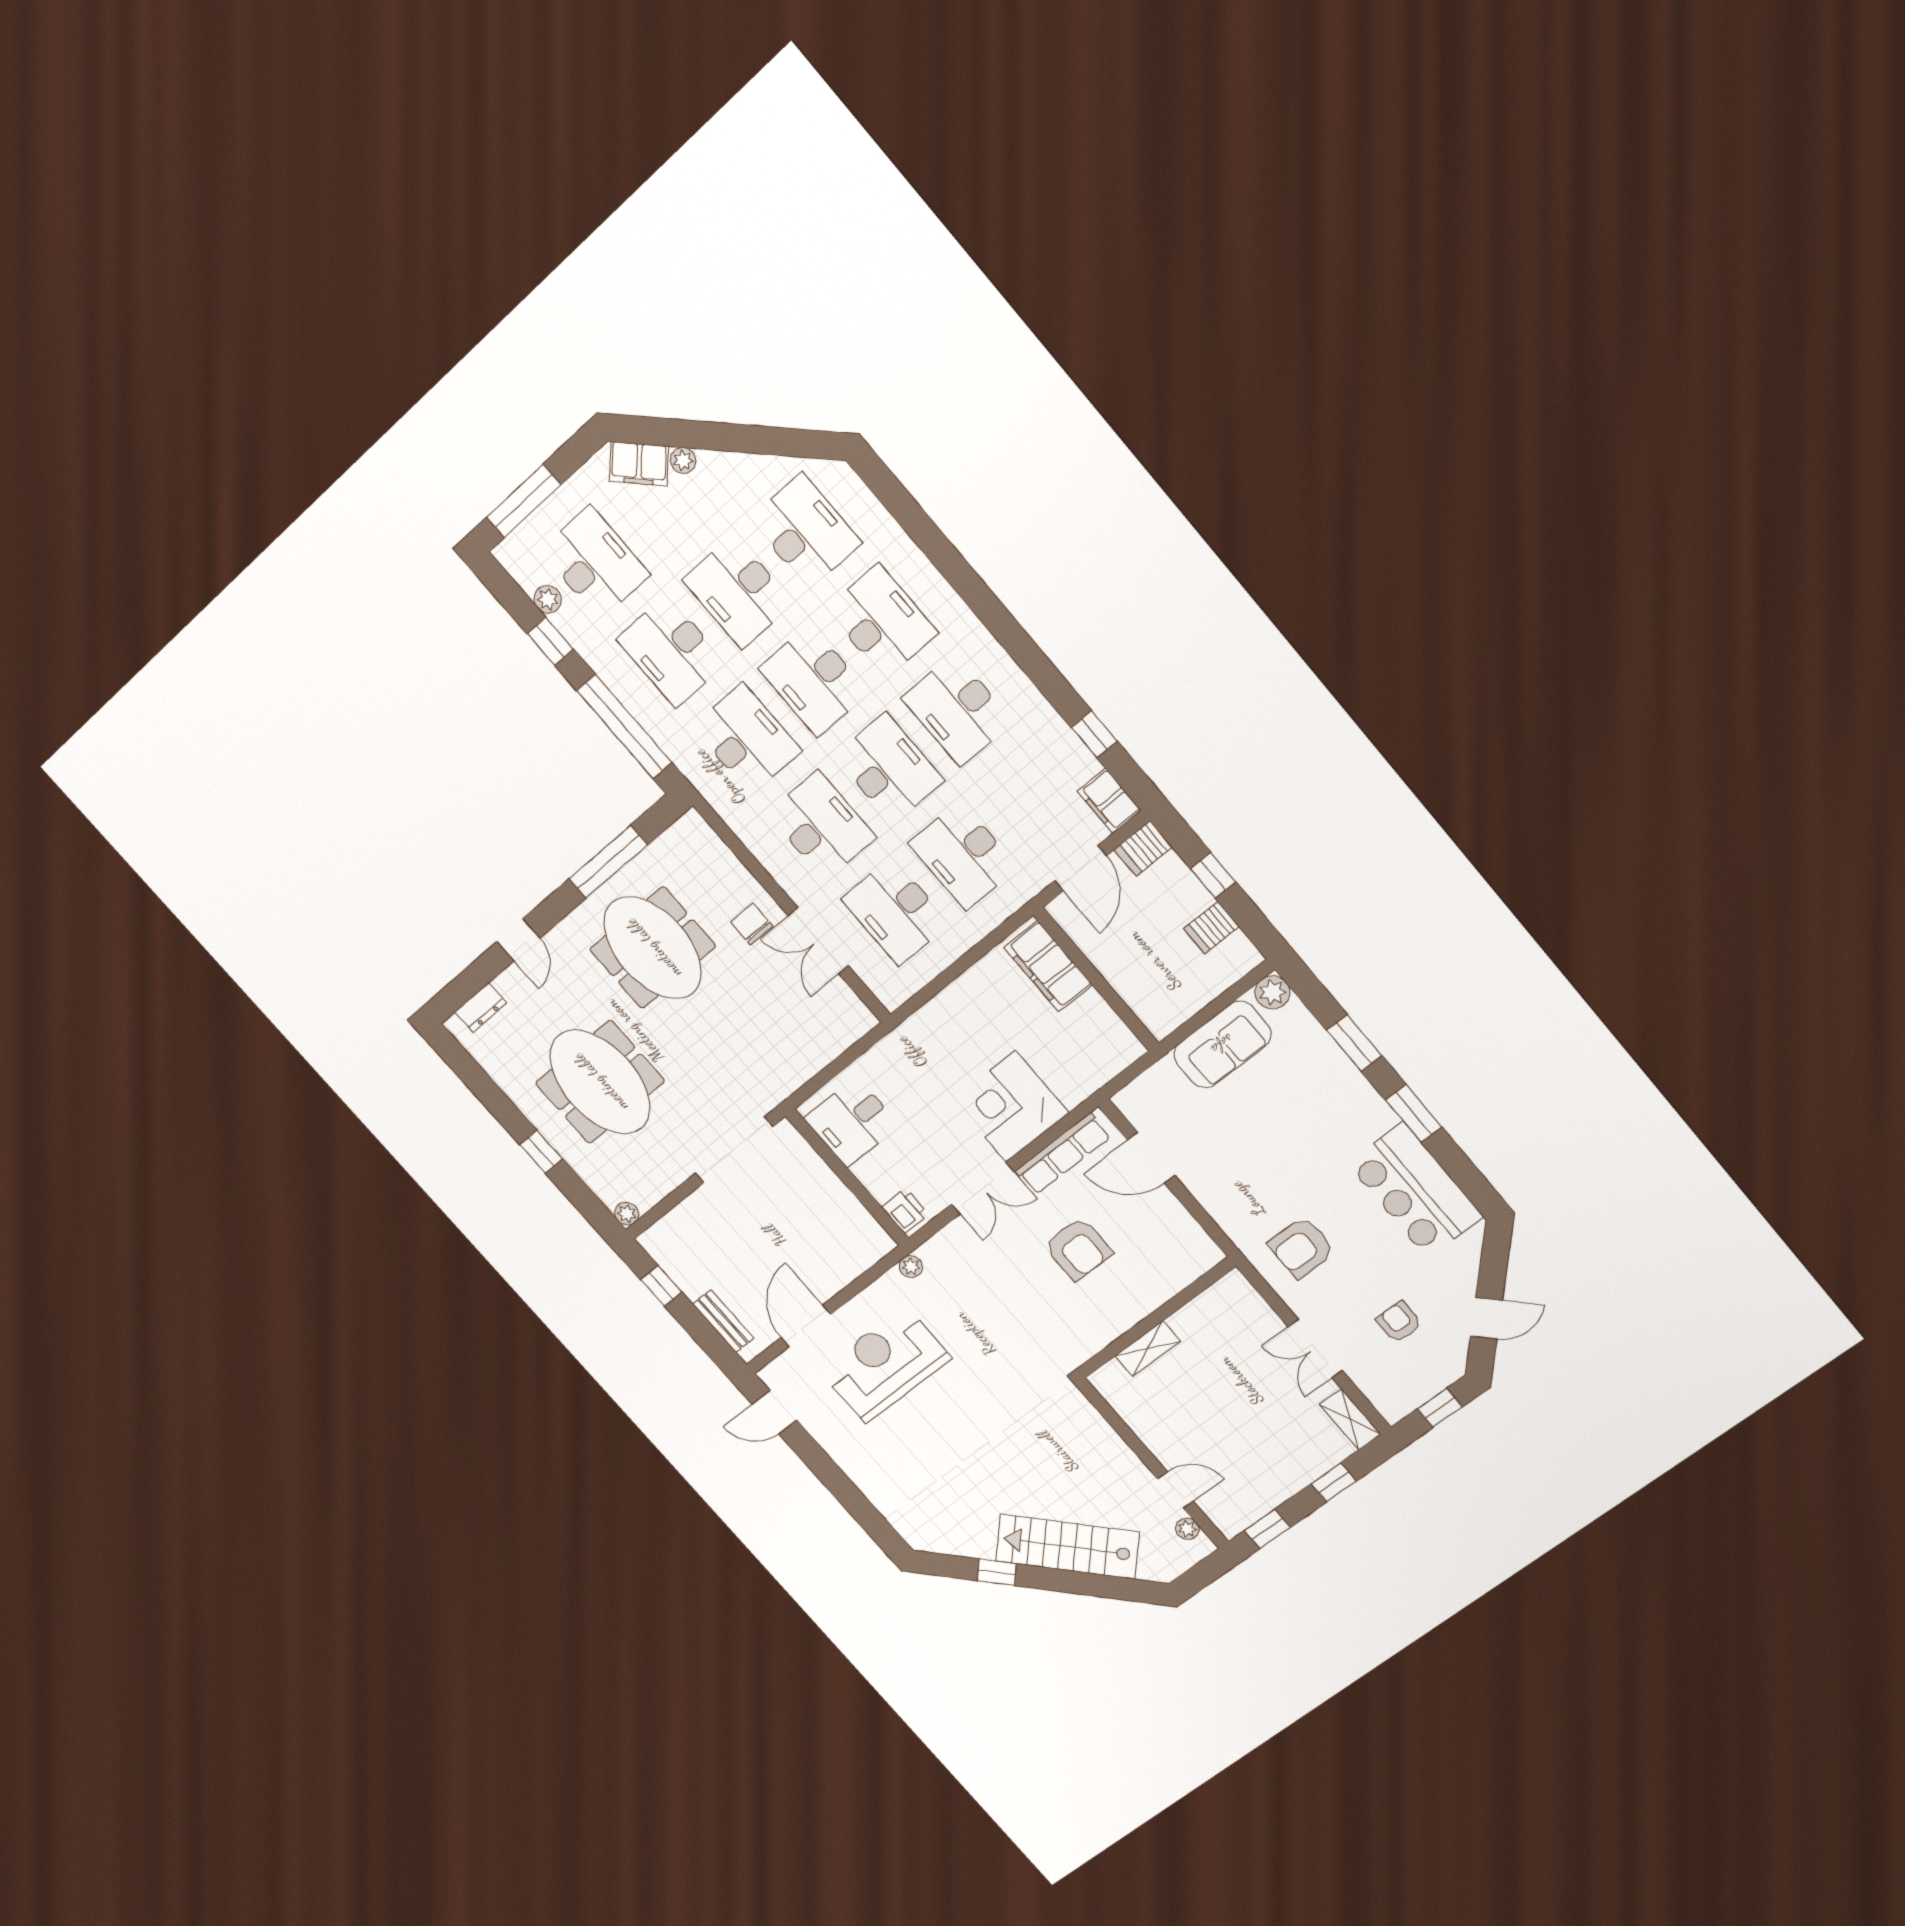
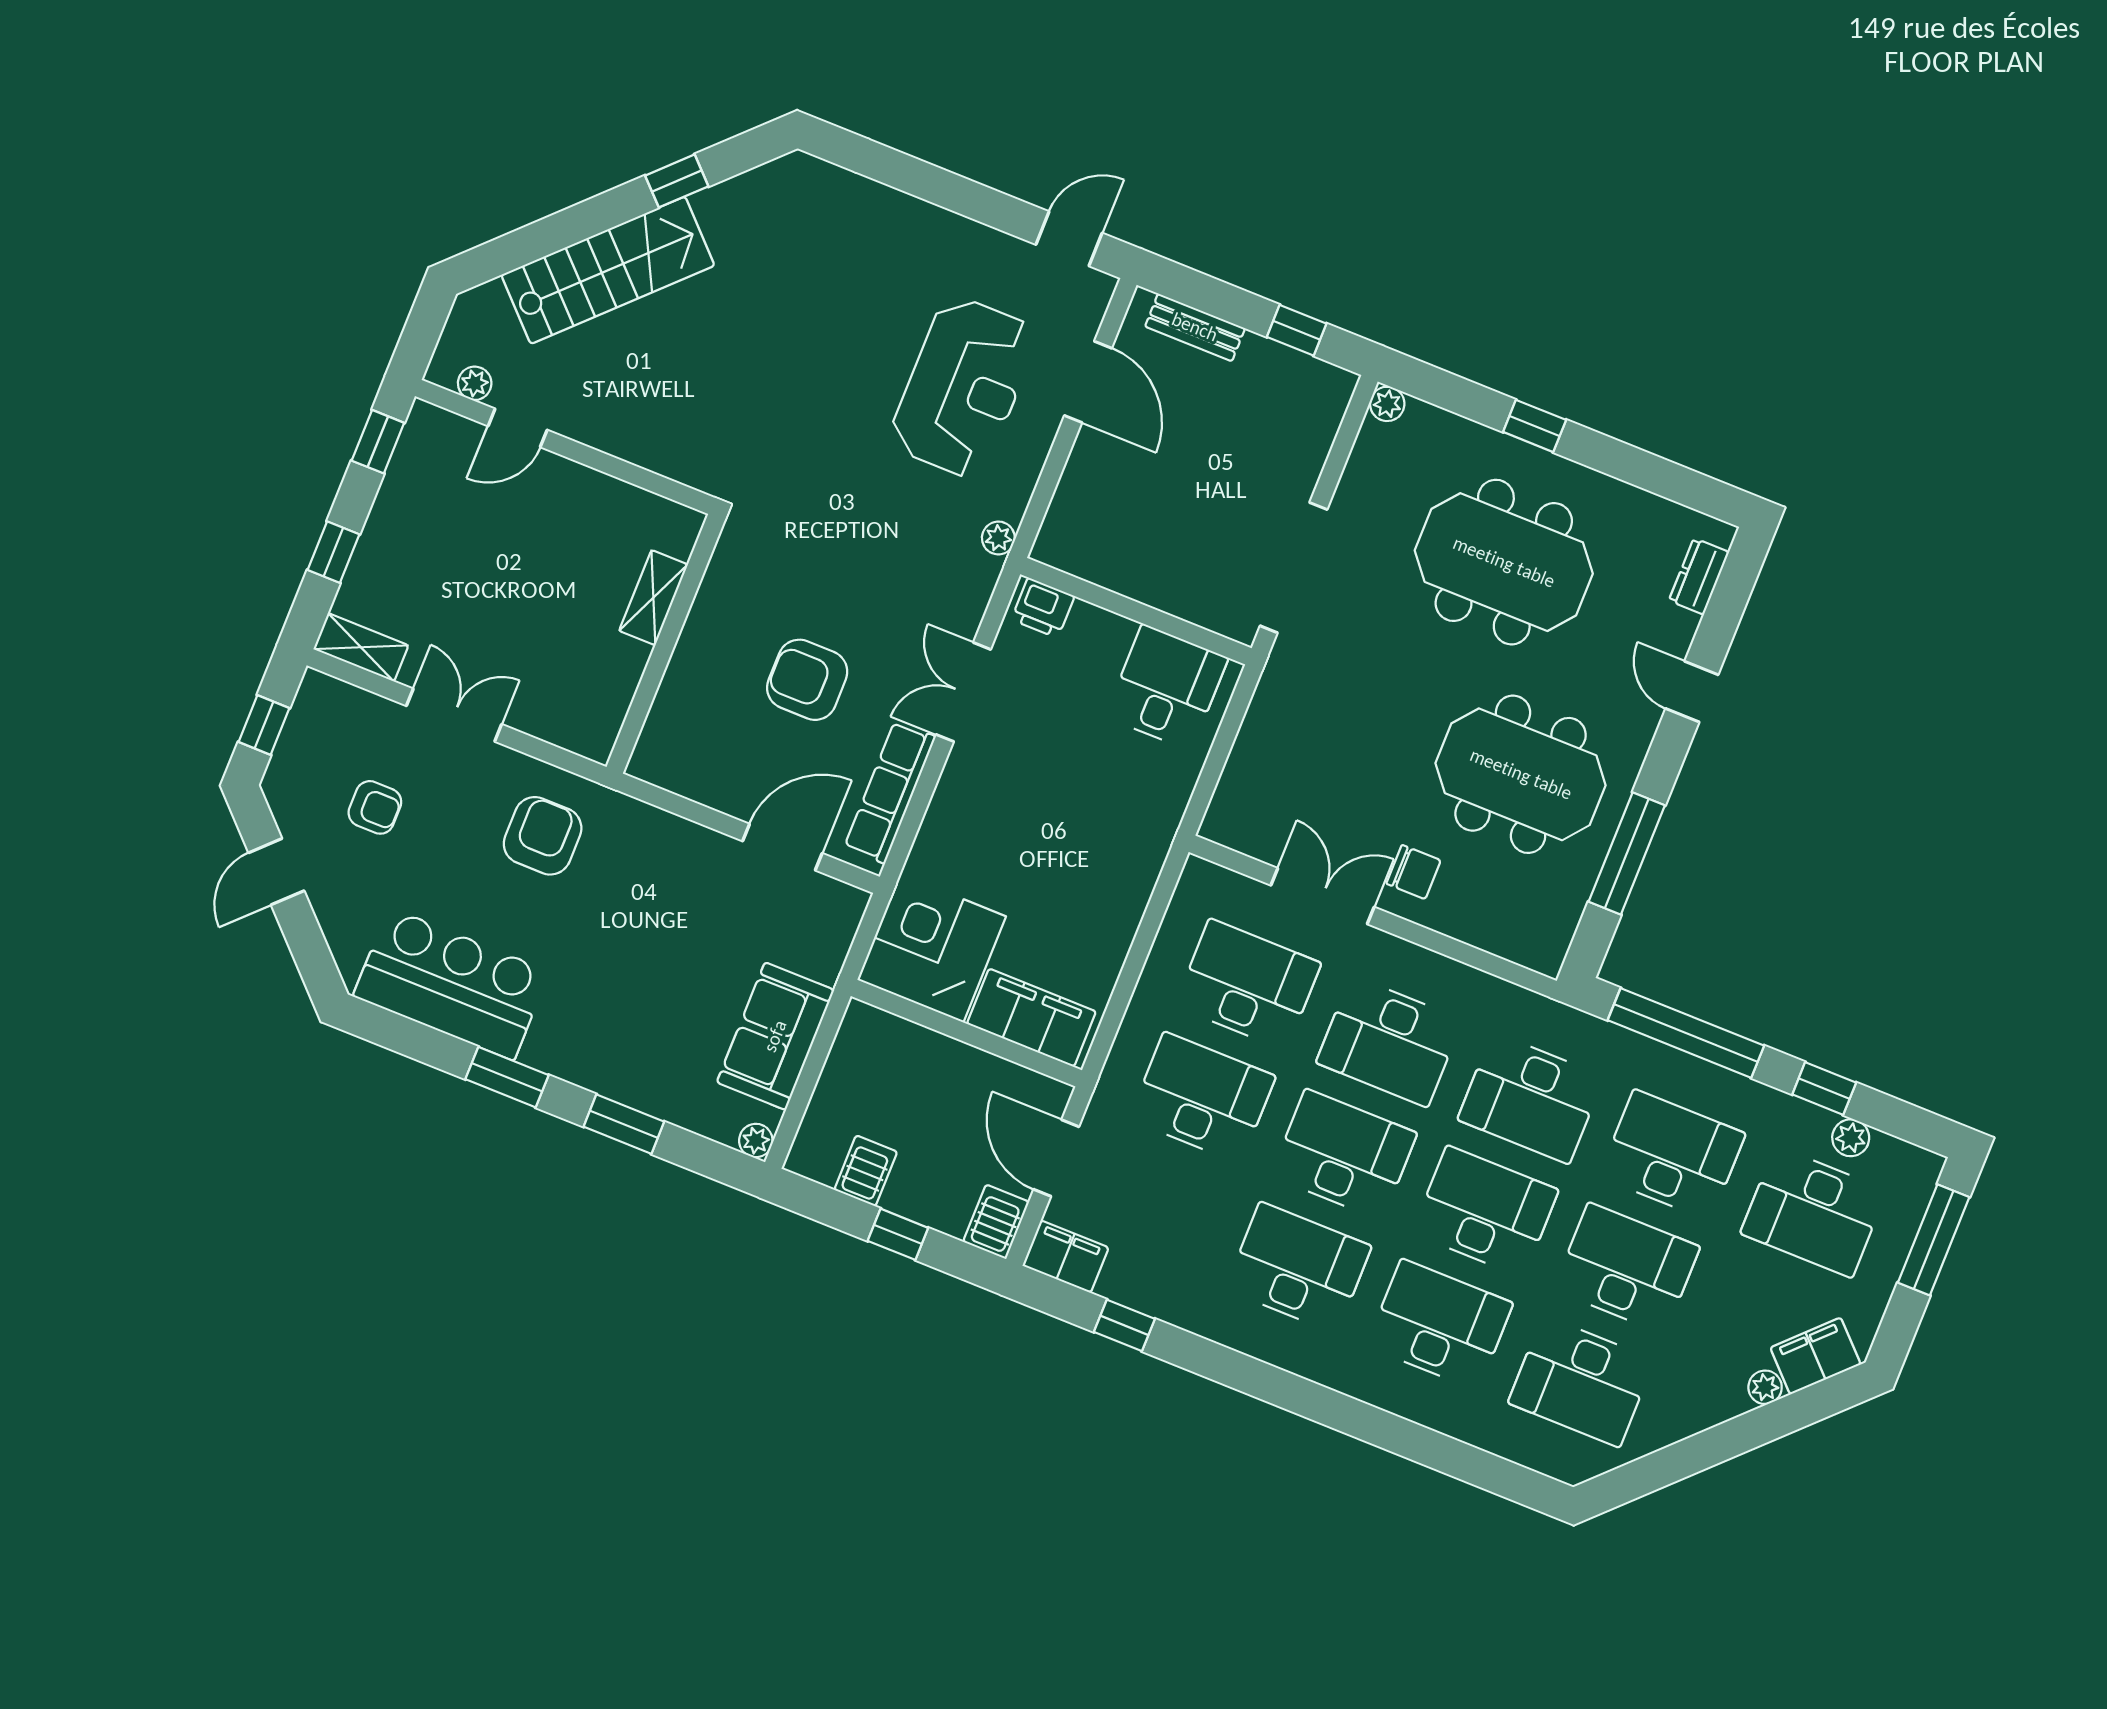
desk: (882, 621) -> (1440, 1325), turned 180
desk: (889, 768) -> (1344, 1154), turned 180
plant: (1272, 992) -> (756, 1141), width x0.73, depth x0.73
corner desk: (1011, 1106) -> (932, 948), moved, turned -90

